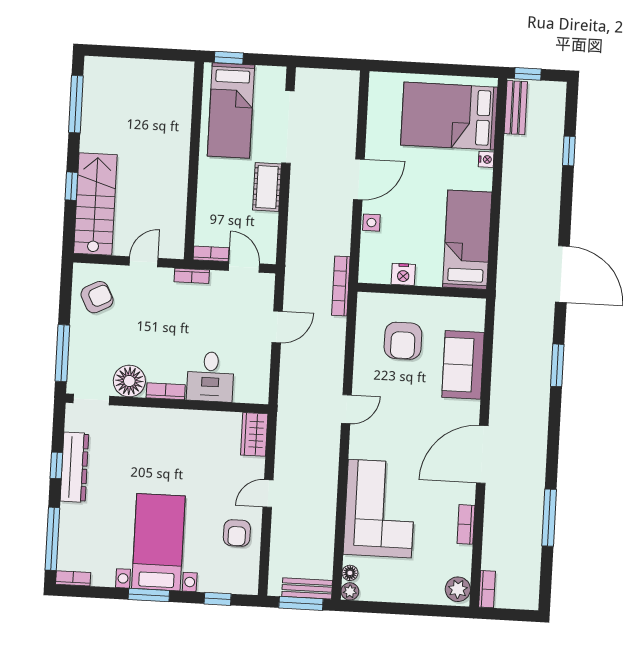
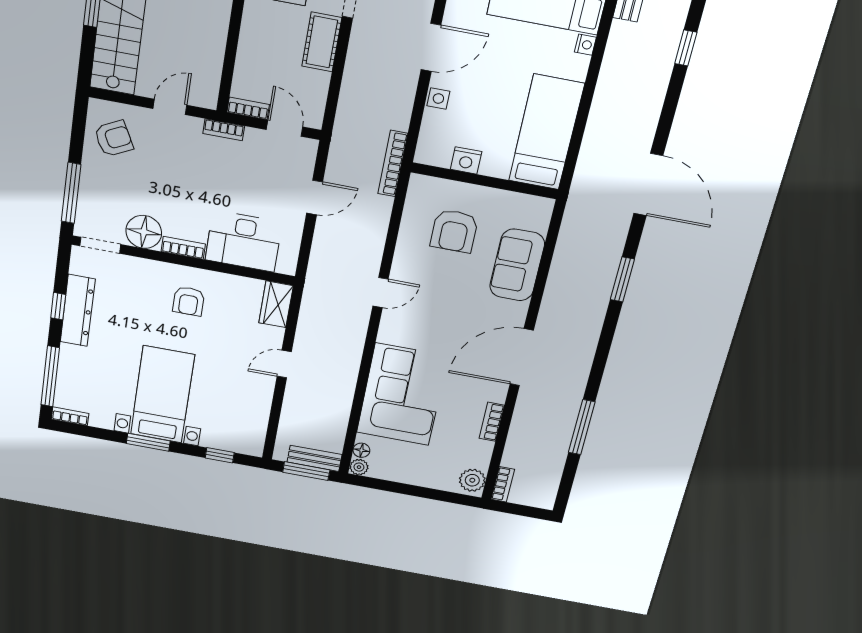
desk: (210, 377) -> (244, 241), width x1.37
armchair: (237, 533) -> (189, 301), moved

